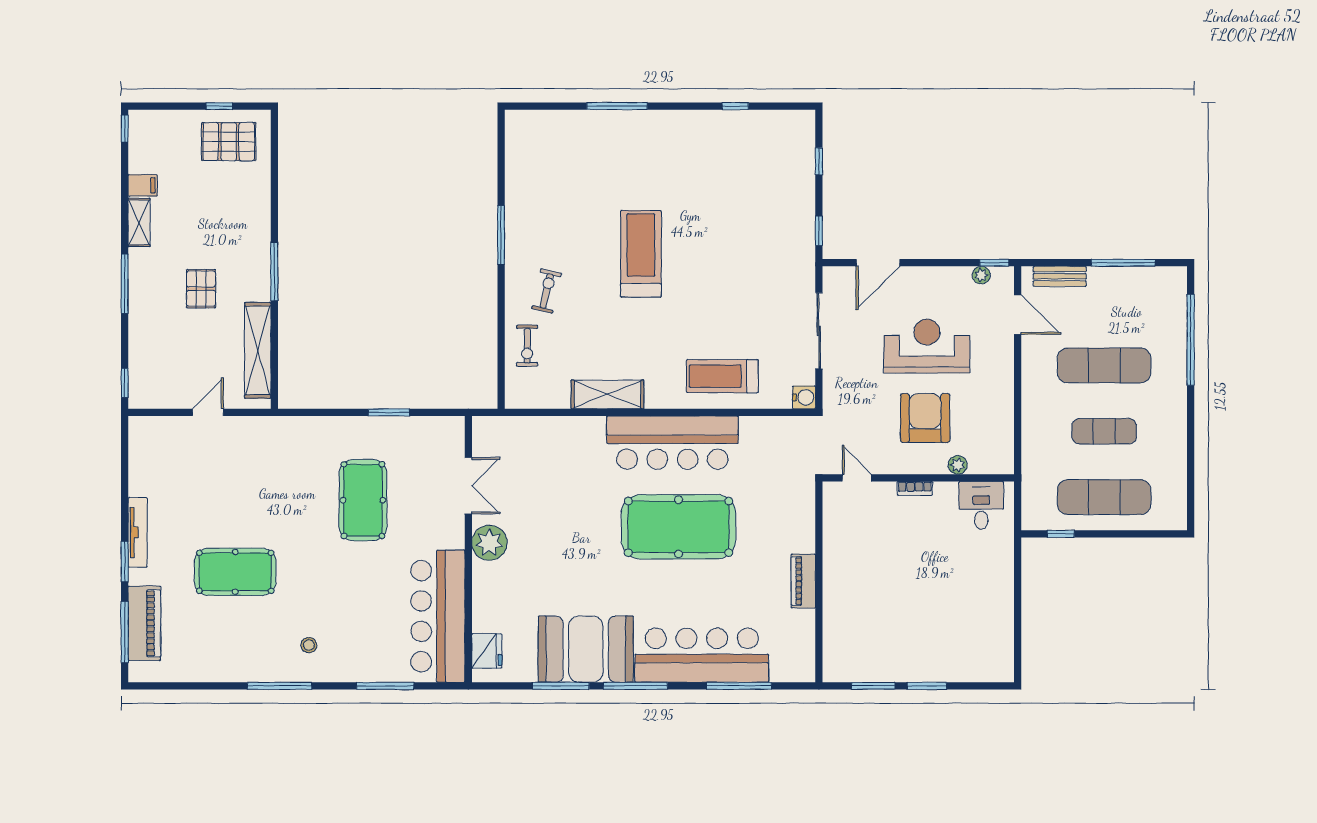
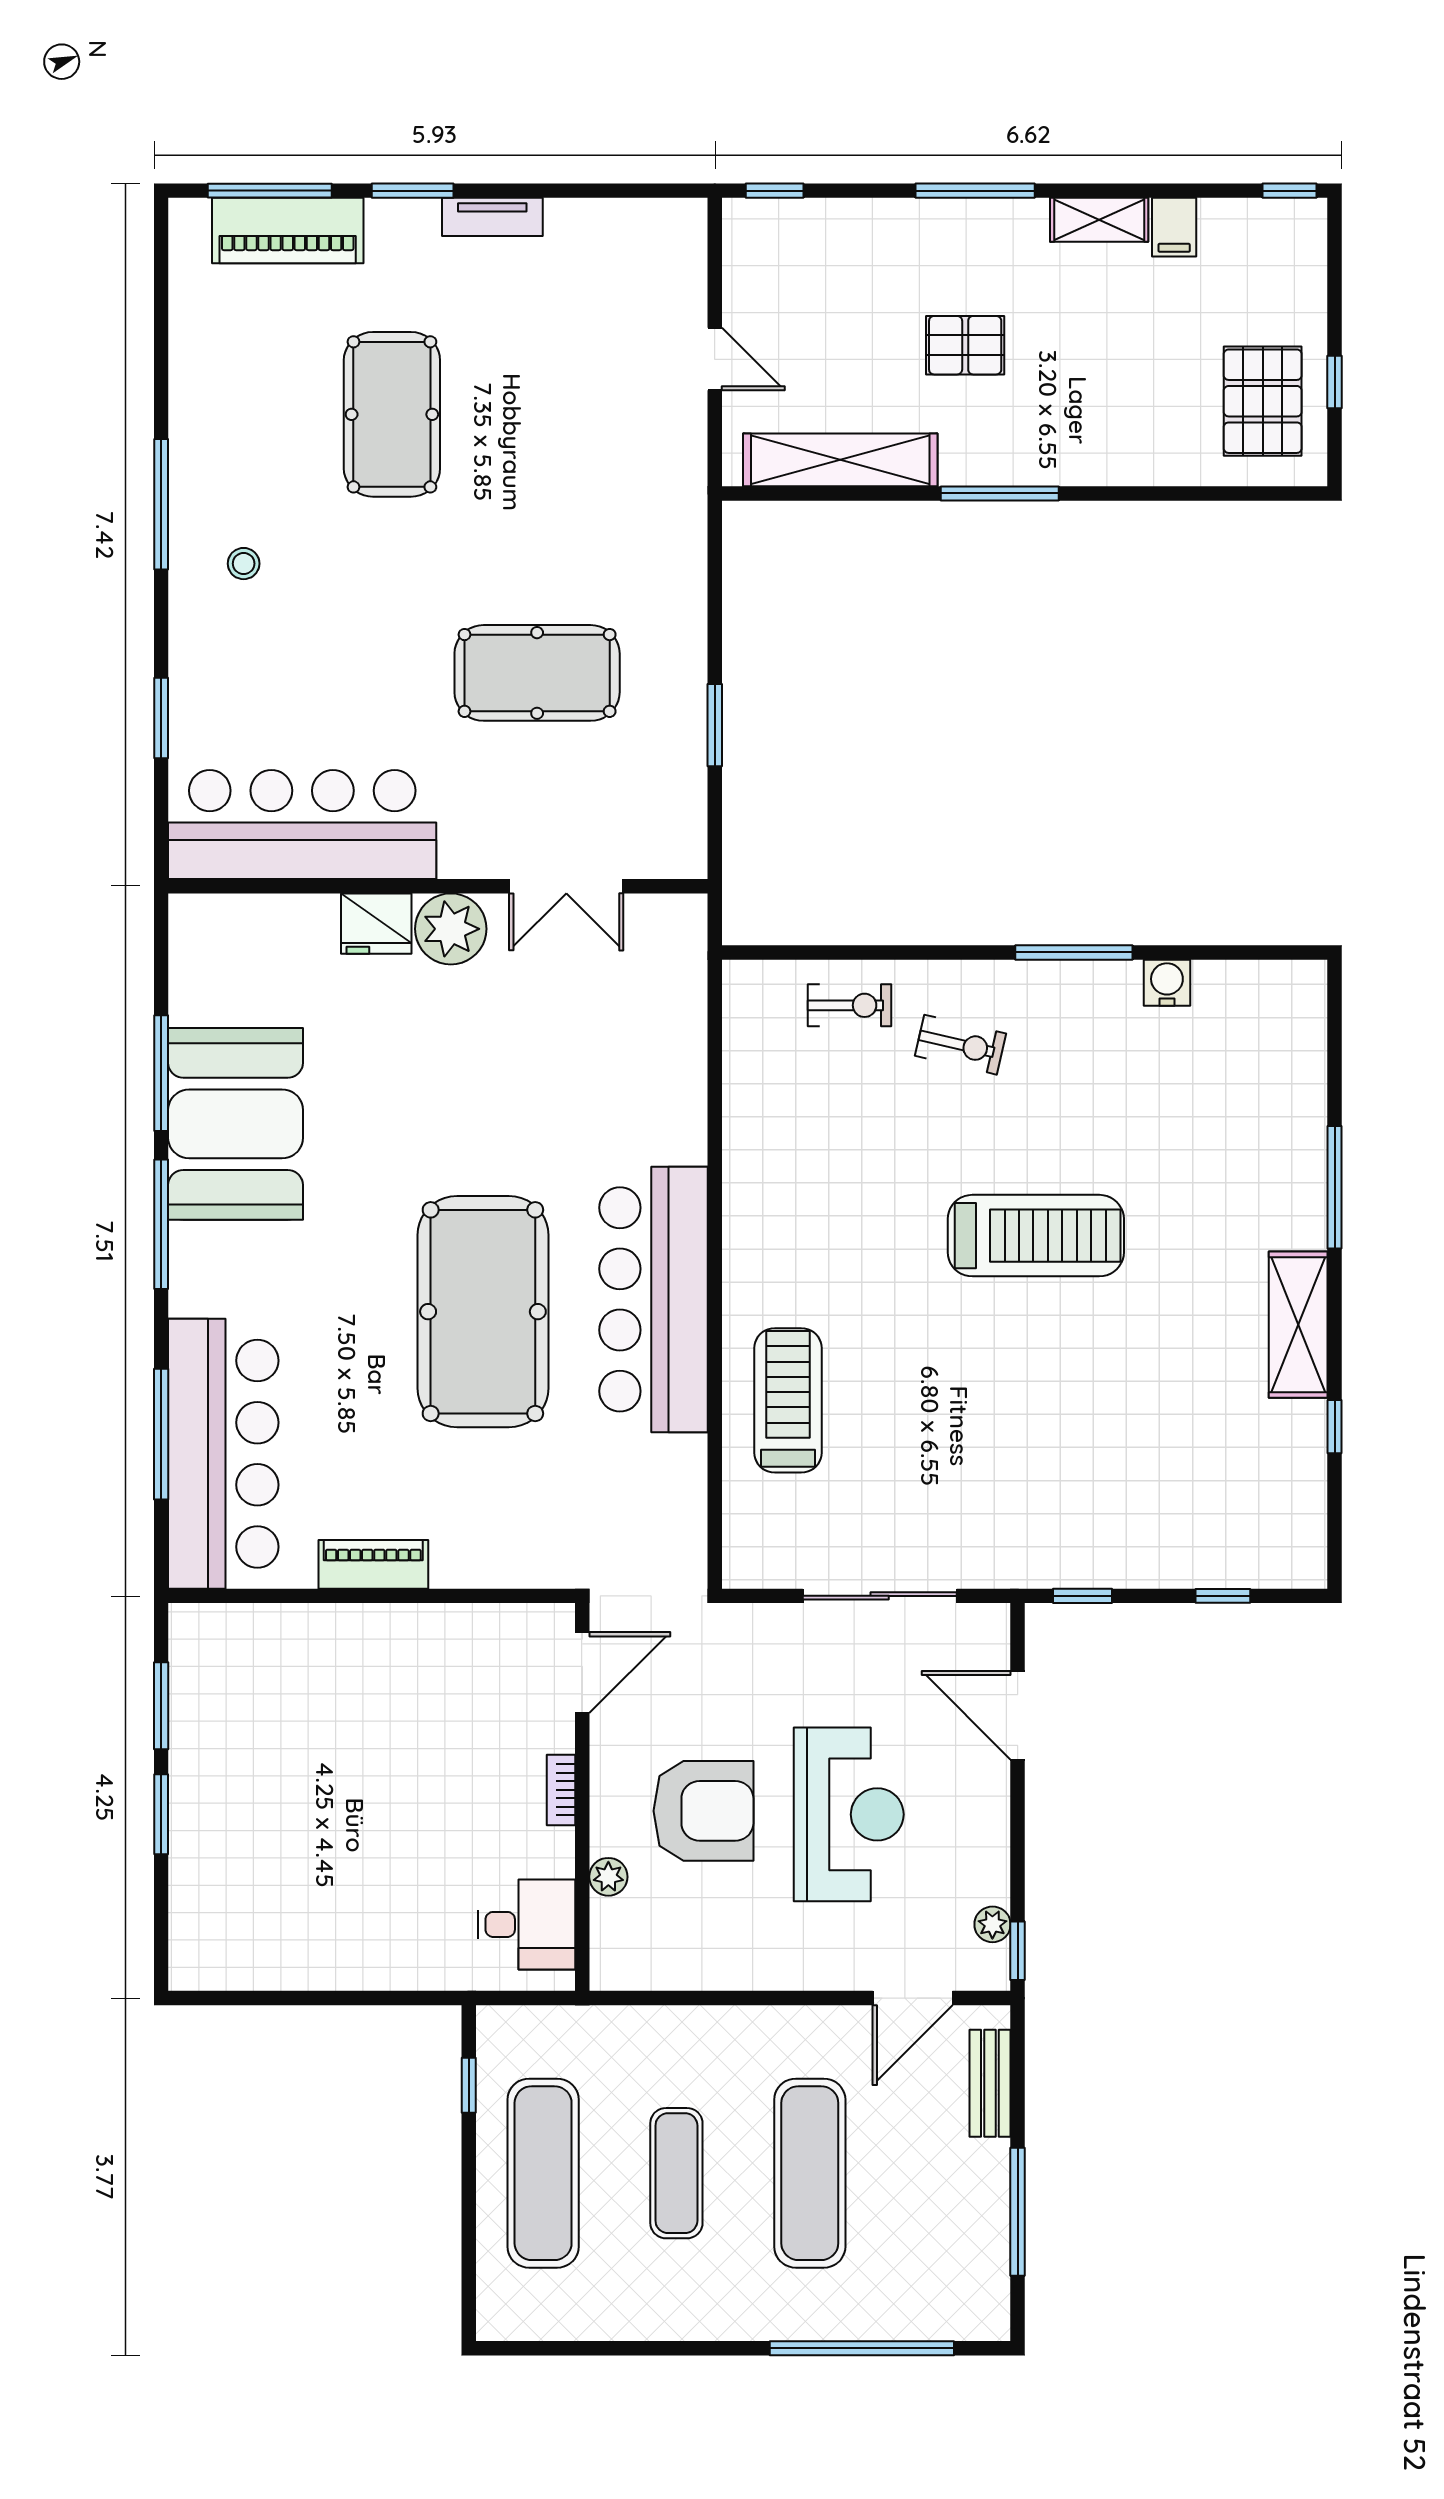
exercise bike: (527, 346) -> (850, 1005), turned 180
shelving: (607, 394) -> (1298, 1325), moved
water cooler: (804, 397) -> (1167, 983), moved, turned 180
door: (857, 478) -> (582, 1672), width x1.38
tv unit: (138, 532) -> (492, 217), width x0.71
fridge: (487, 651) -> (376, 924), moved
bar counter: (702, 655) -> (223, 1454), moved
window: (385, 686) -> (161, 718), width x0.69

